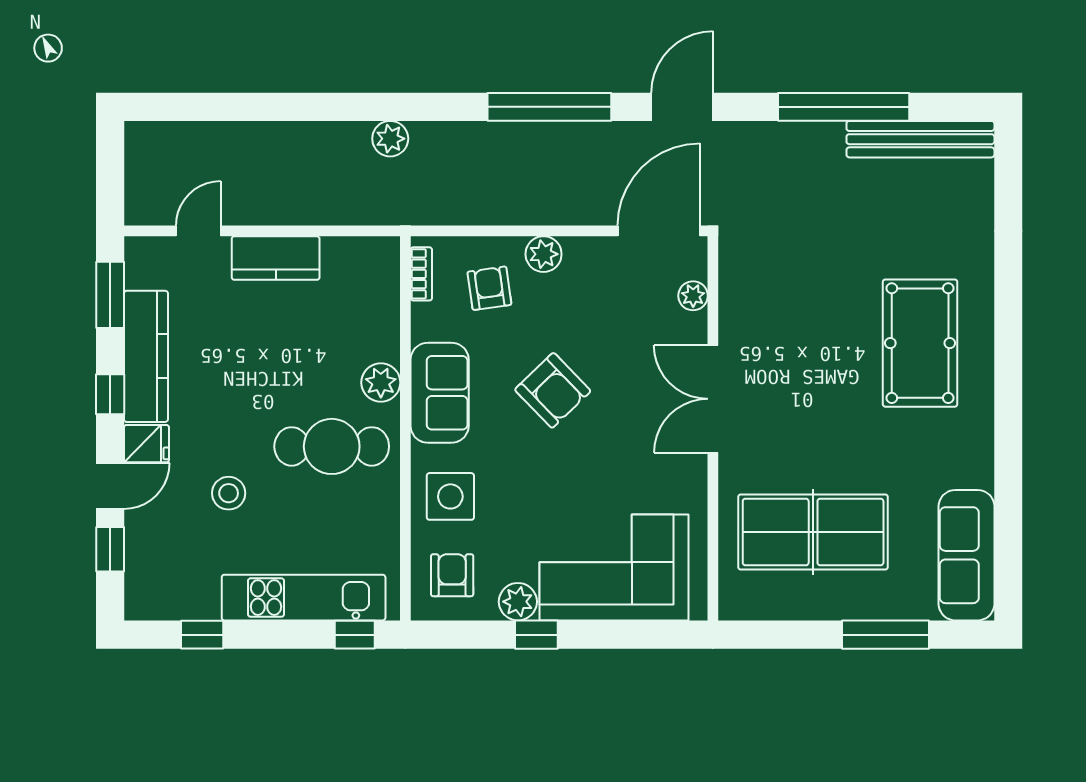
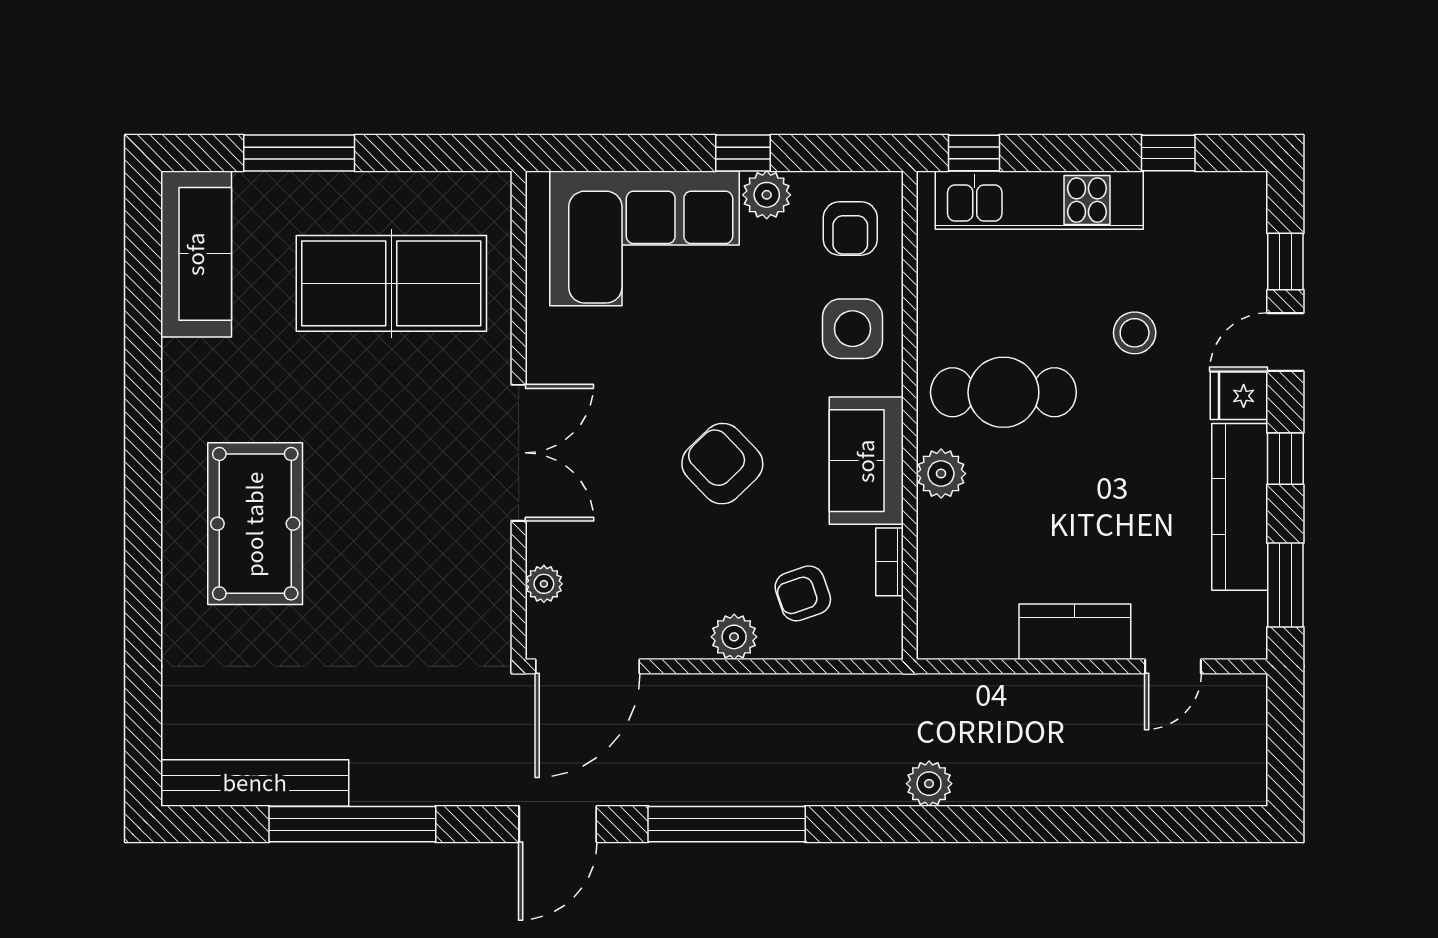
bookcase: (421, 274) -> (889, 562), moved
armchair: (489, 288) -> (803, 593), turned 79

